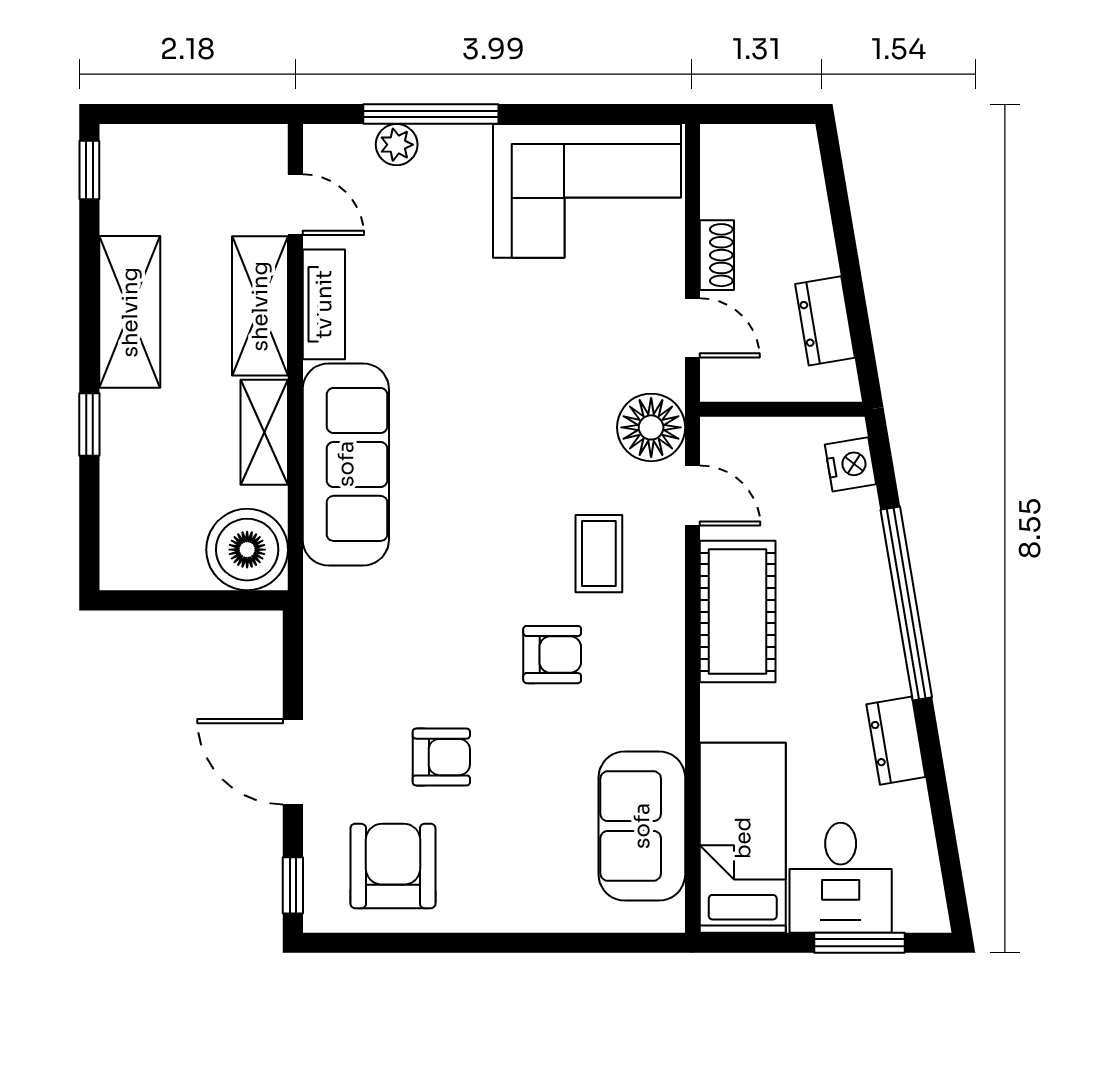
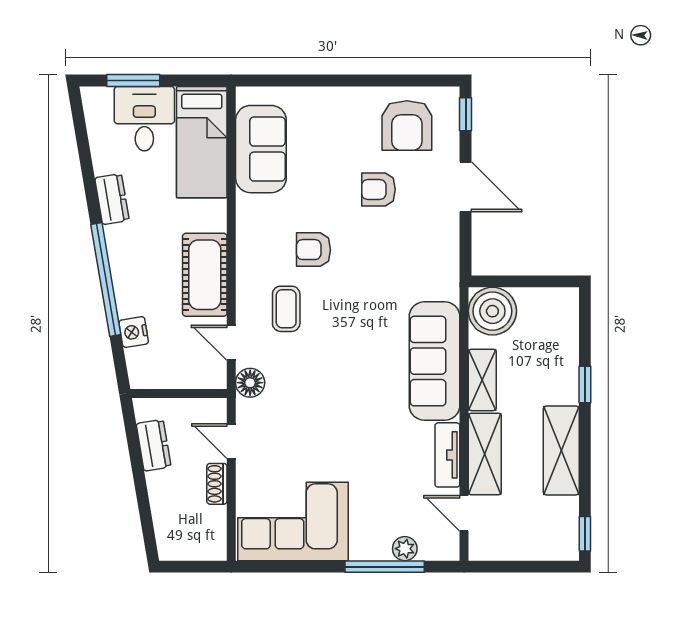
floor lamp: (651, 427) -> (250, 383), width x0.73, depth x0.73
nightstand: (850, 464) -> (134, 332), moved

